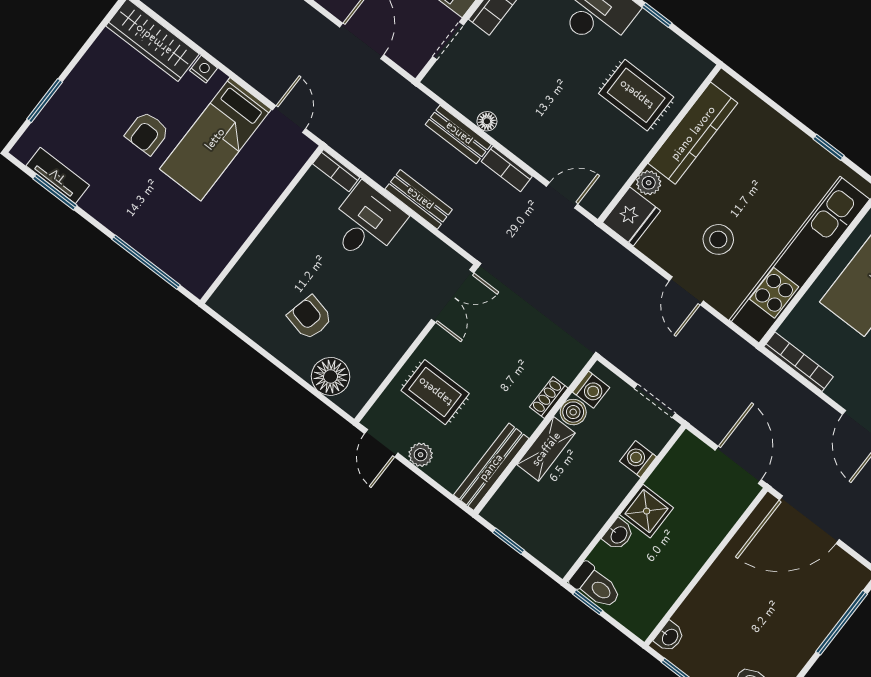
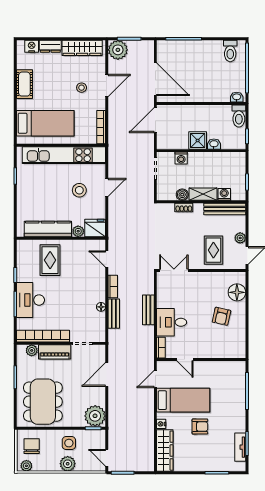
door: (284, 196) -> (185, 360), added
washing machine: (591, 390) -> (224, 194), moved
toilet: (596, 586) -> (239, 116), moved, turned 180

